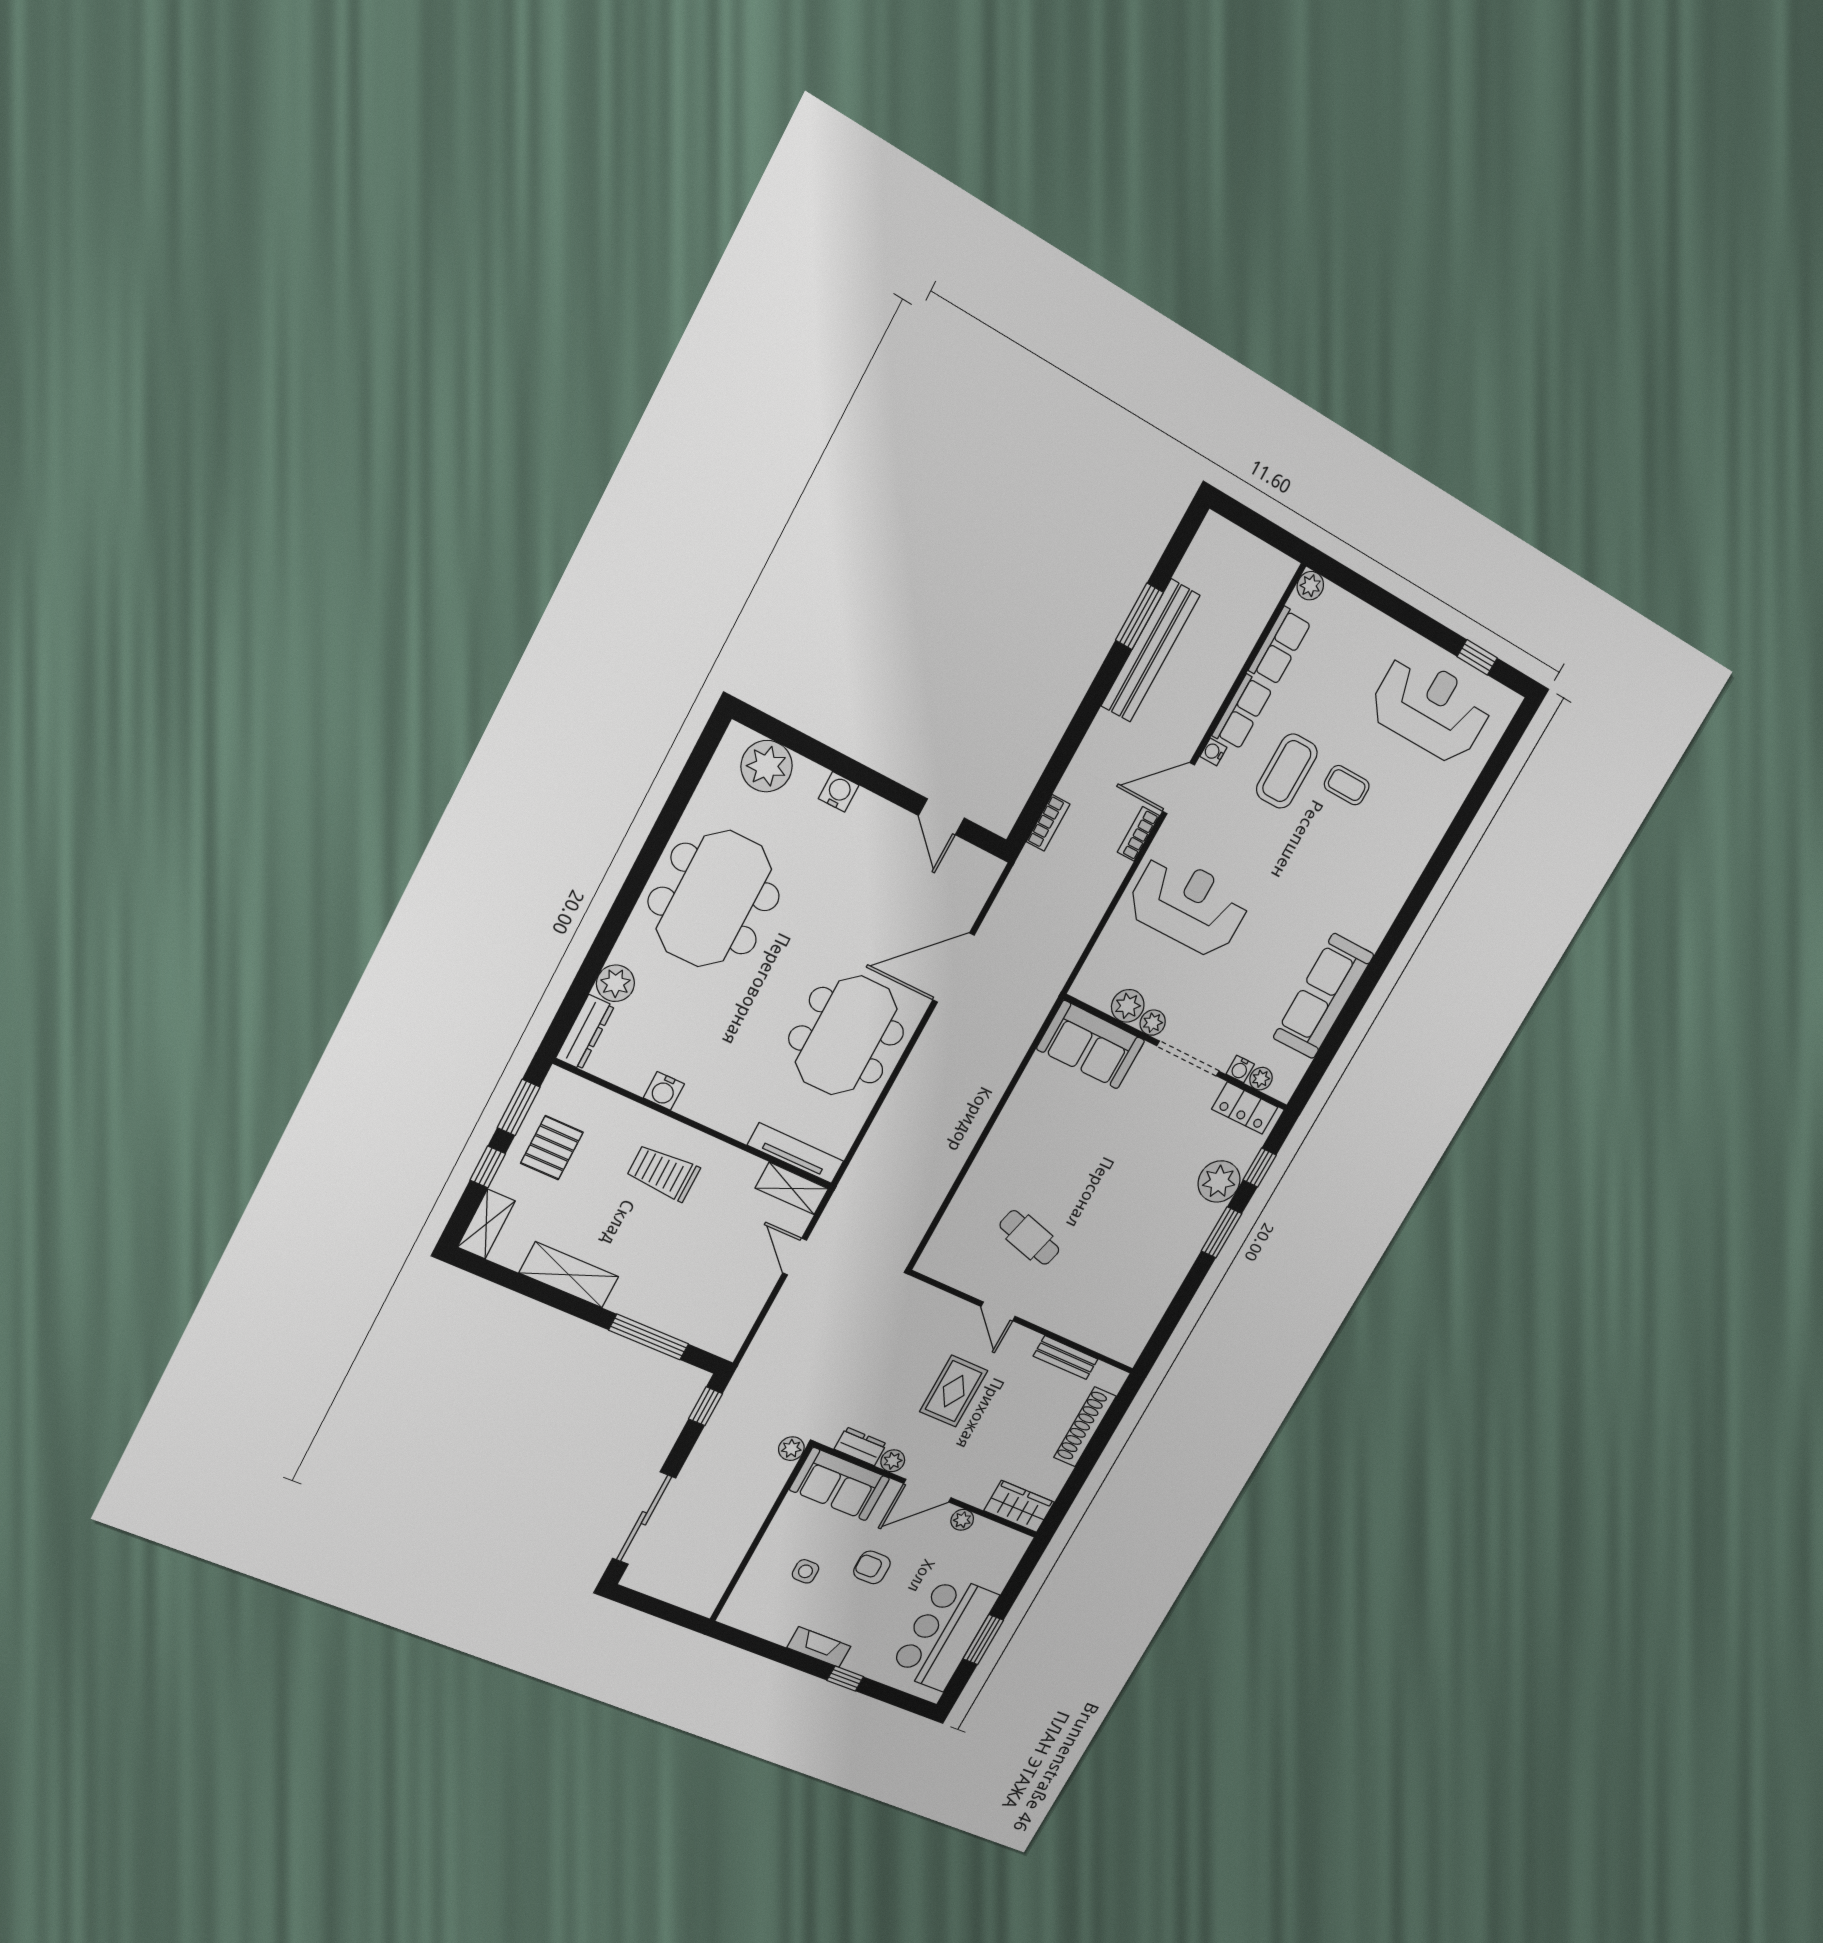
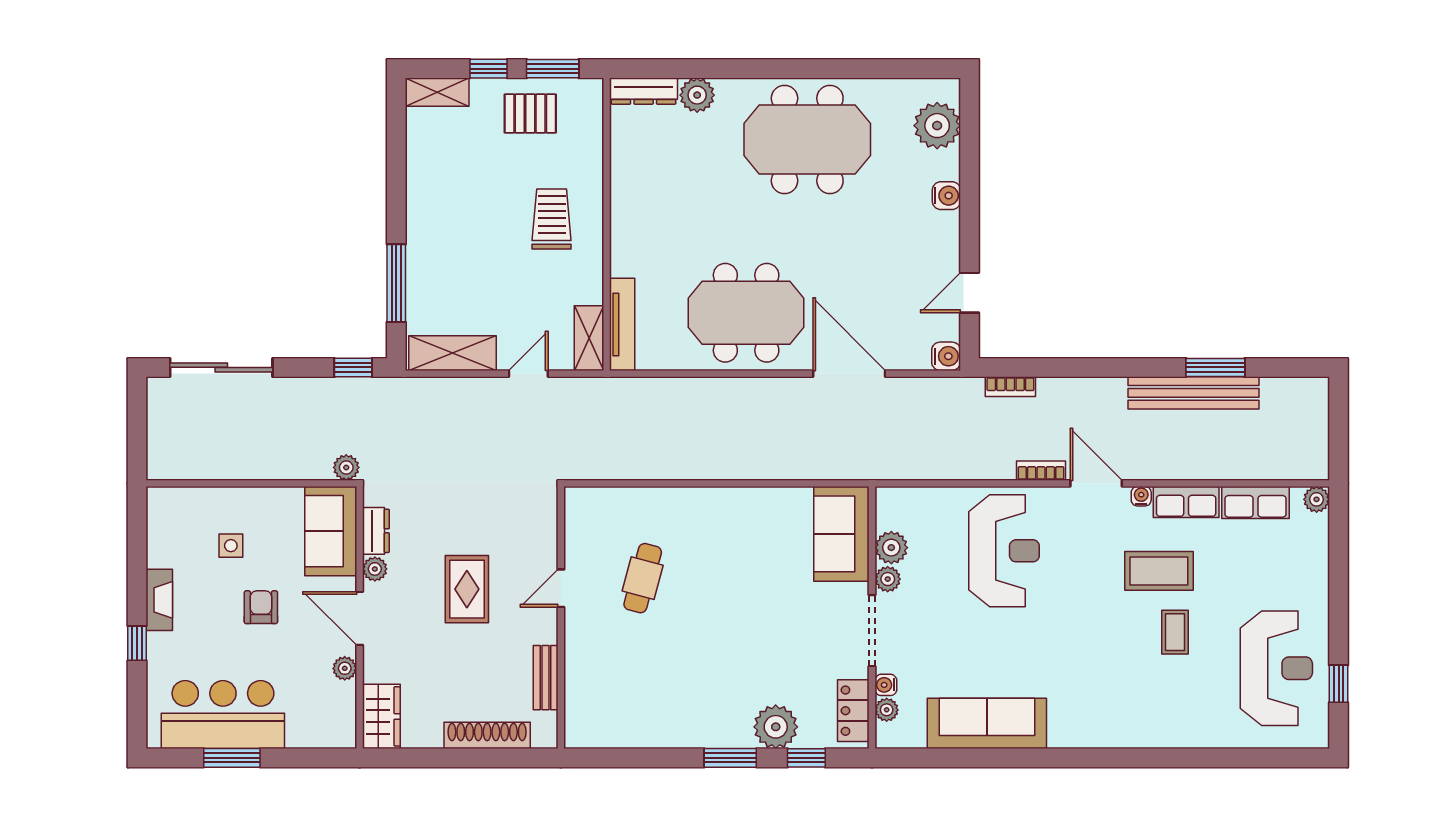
water cooler: (664, 1091) -> (946, 356), moved, turned 180
shelving: (569, 1275) -> (452, 353), moved, turned 90
rug: (954, 1391) -> (467, 589), turned 90

